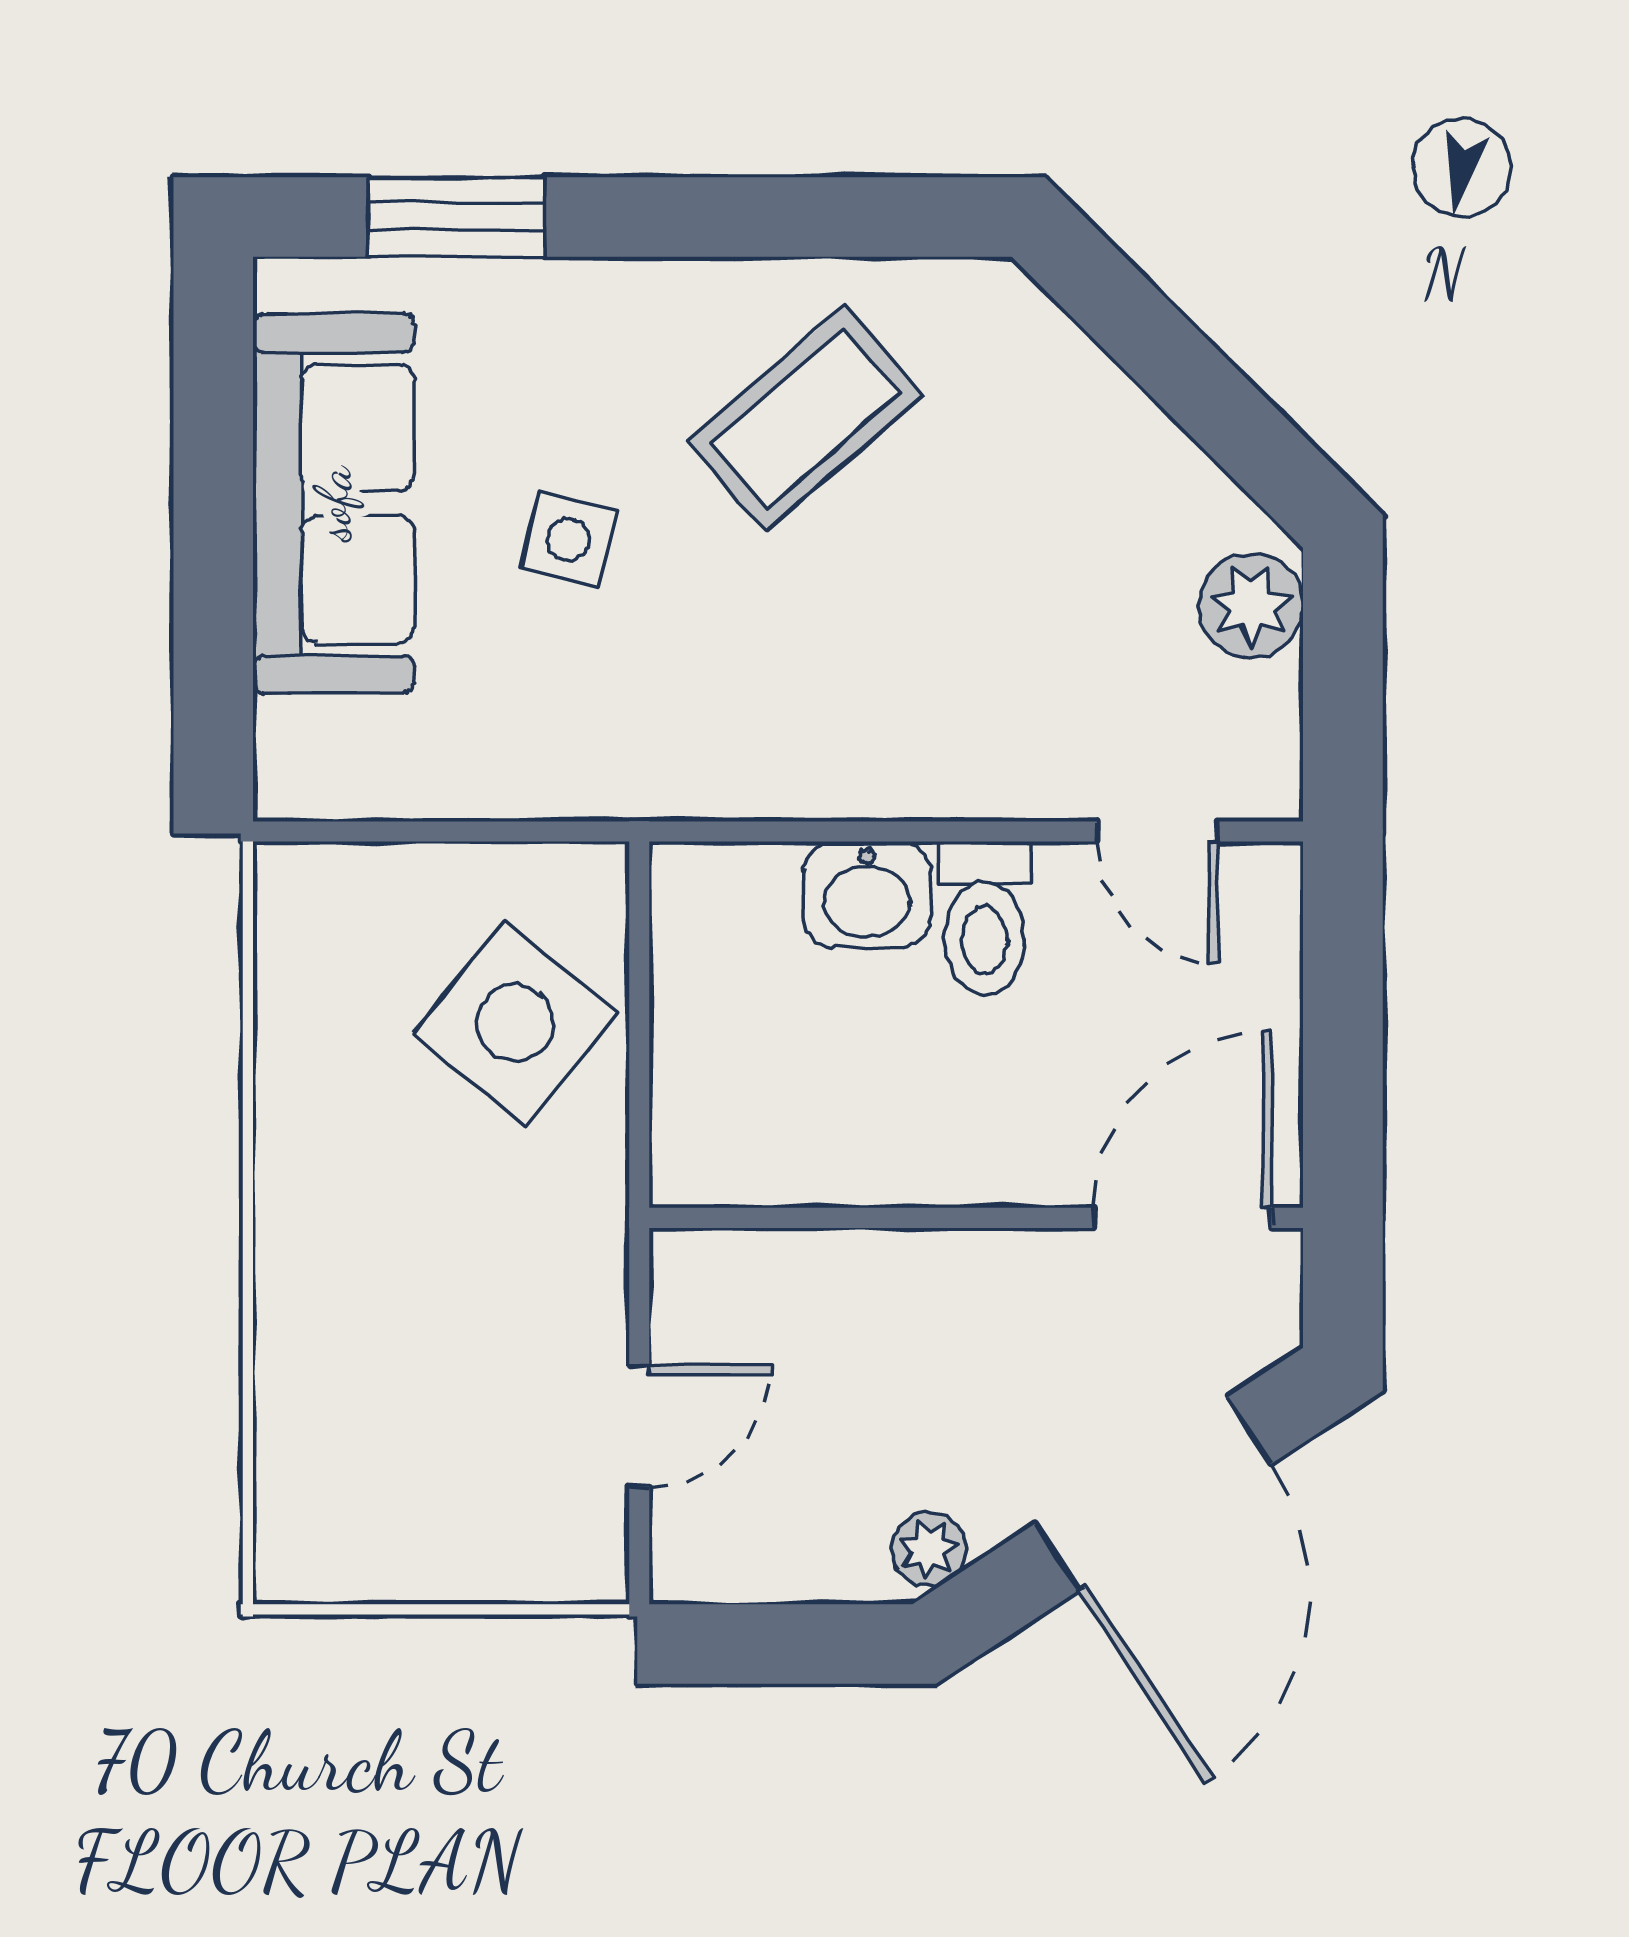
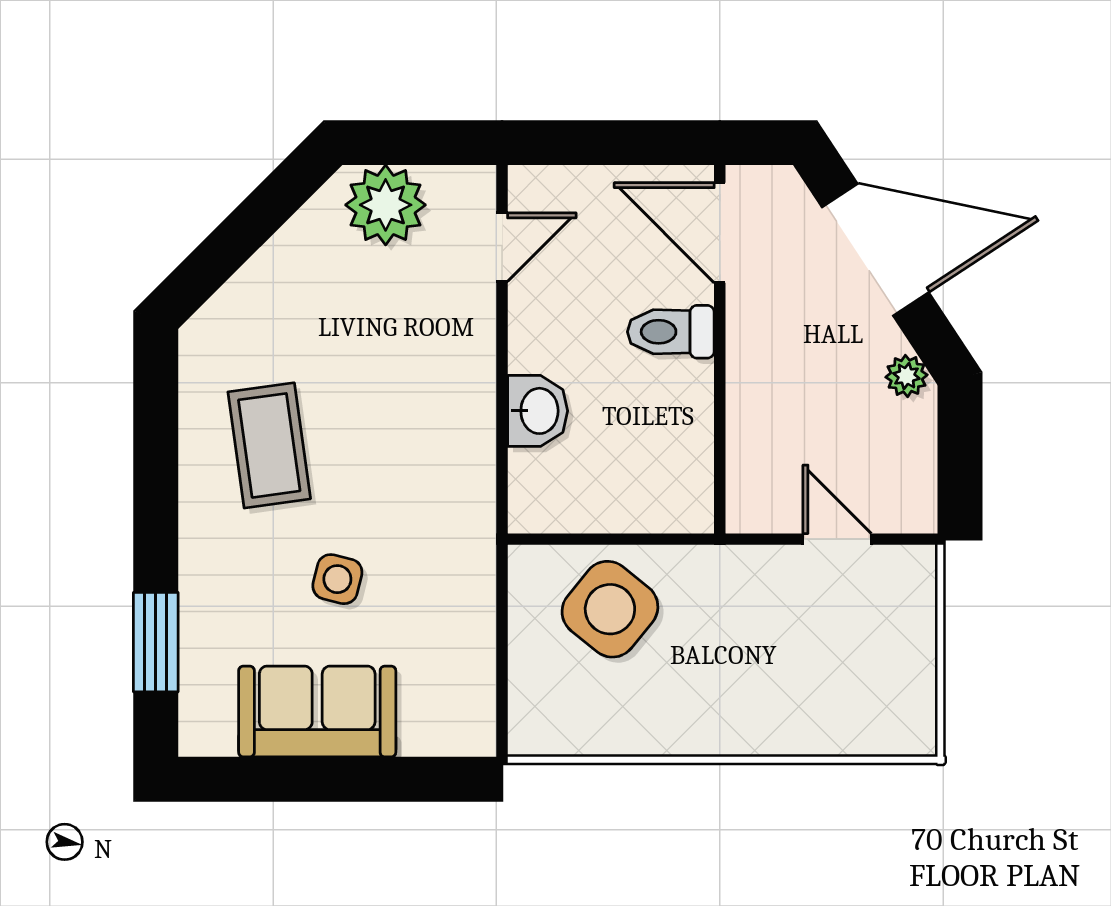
coffee table: (806, 418) -> (269, 445), turned 33
sofa: (333, 504) -> (317, 712), width x0.73
plant: (1251, 606) -> (386, 205), width x1.36, depth x1.36
toilet: (985, 918) -> (671, 332), moved, turned 180

